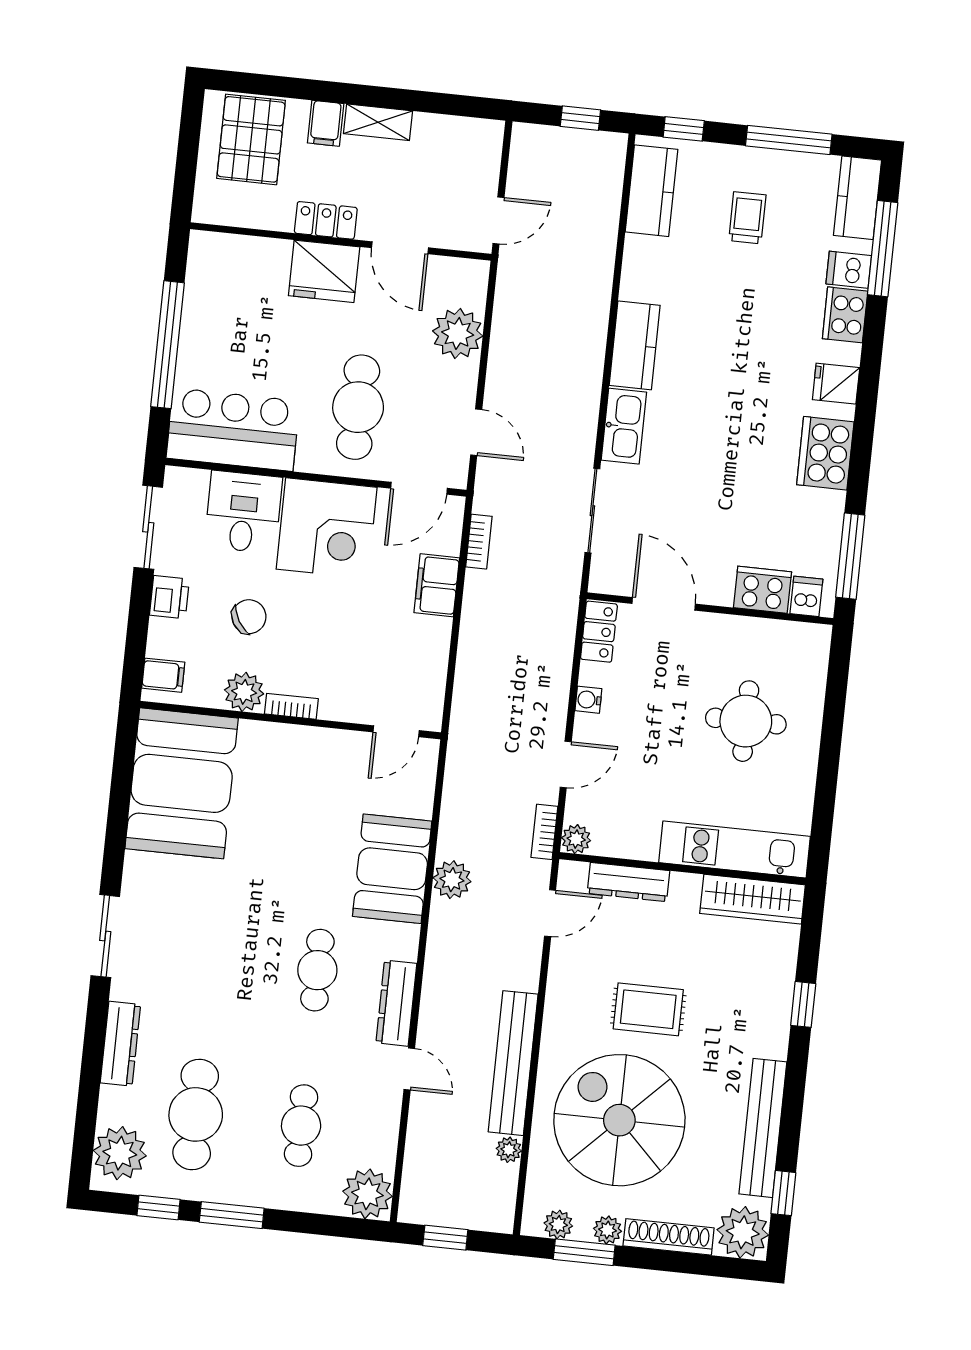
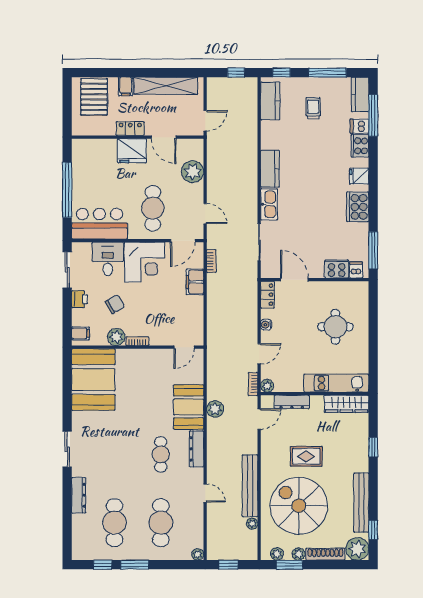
shelving: (378, 122) -> (166, 86), width x2.20, depth x1.33
dresser: (396, 1003) -> (197, 449), moved
cafe table: (301, 1126) -> (161, 523), width x1.37, depth x1.35
plant: (120, 1153) -> (83, 543), removed
plant: (367, 1194) -> (198, 554), width x0.53, depth x0.53

